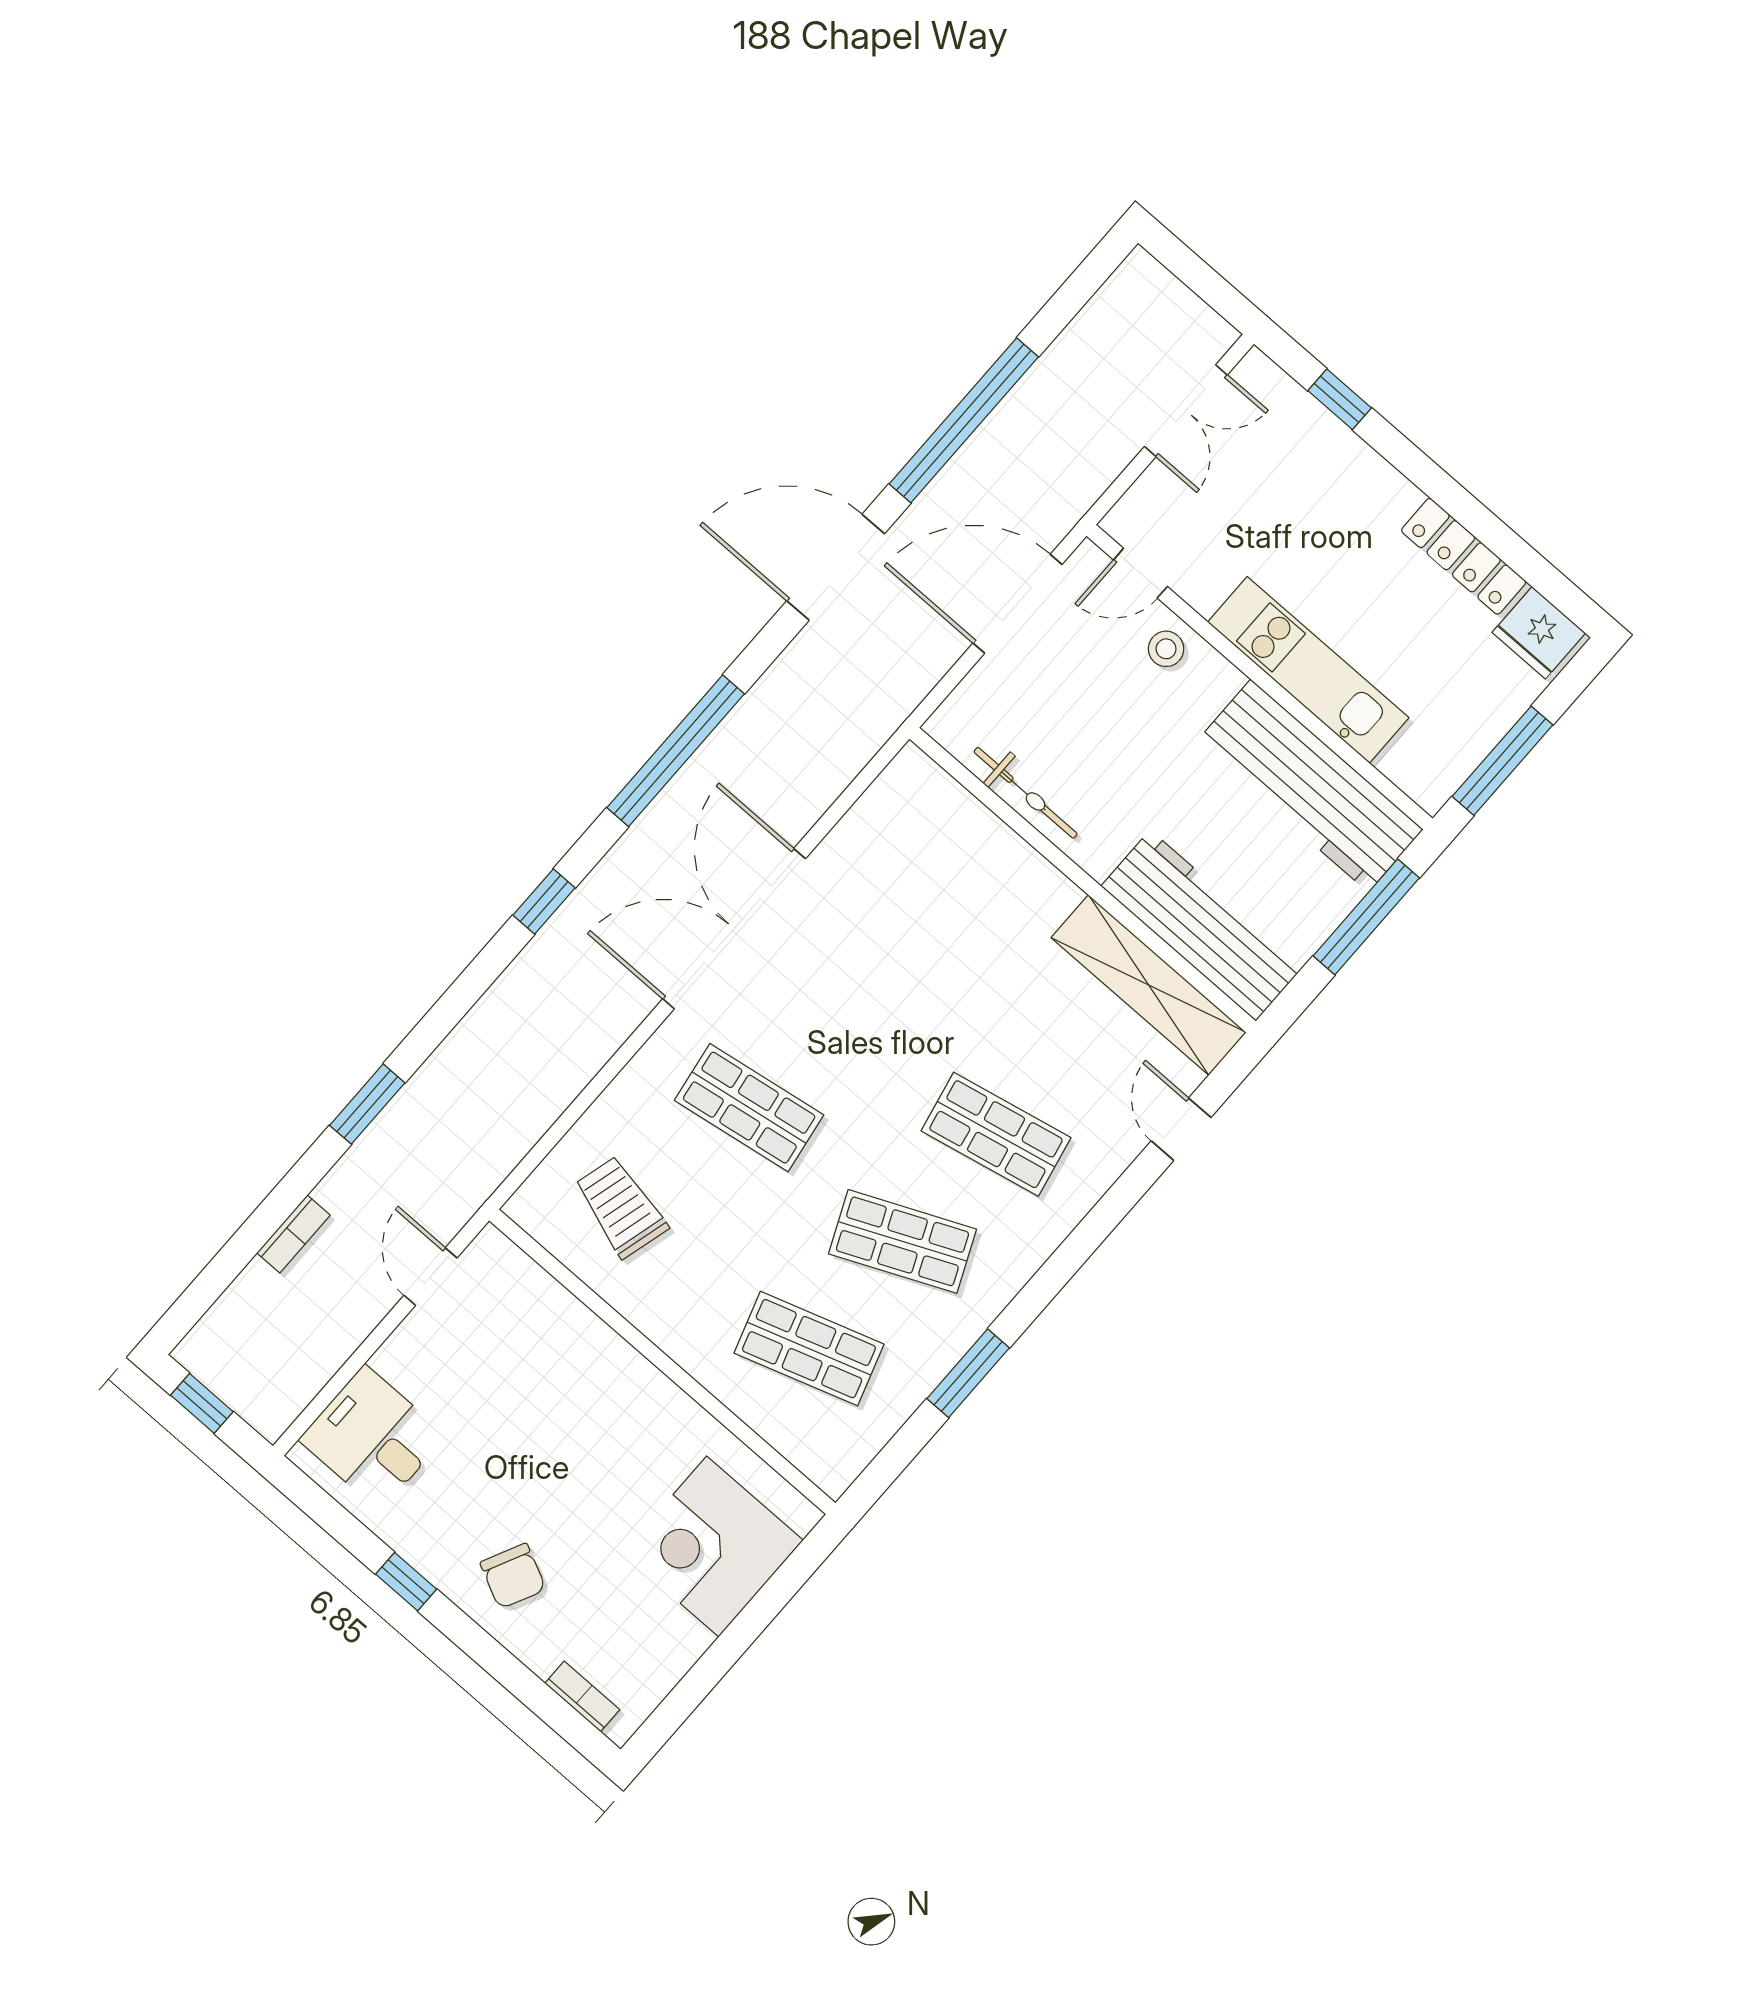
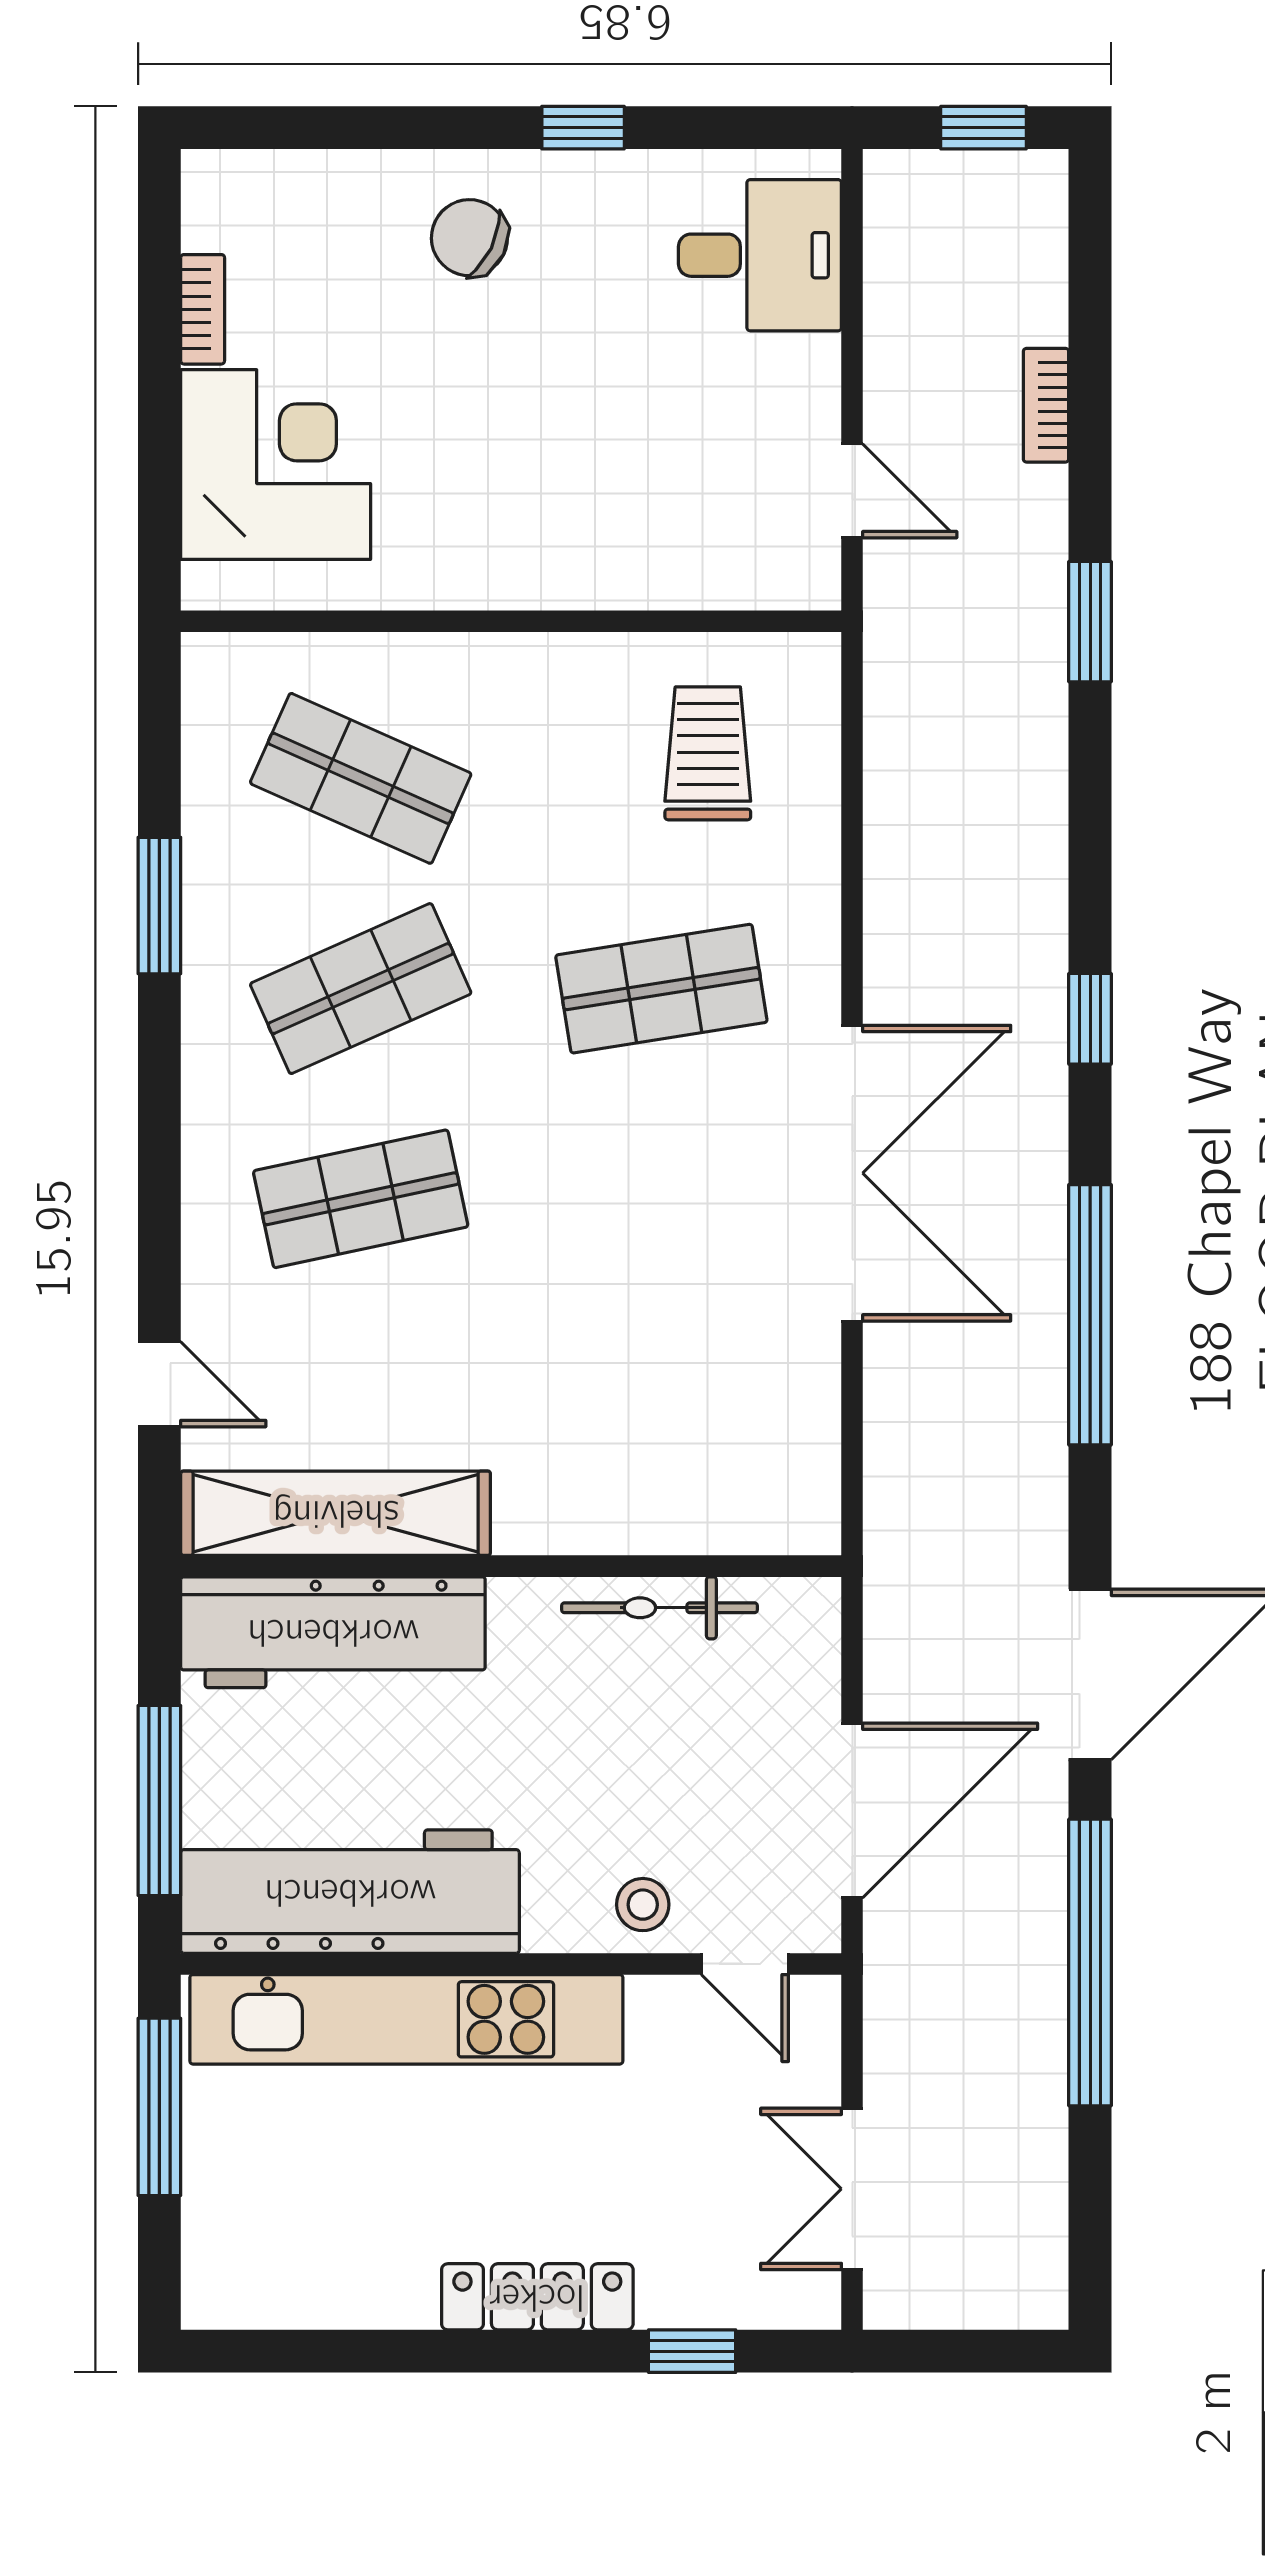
locker: (1464, 556) -> (537, 2297), moved
door: (1140, 573) -> (745, 1964), swing flipped
fridge: (1539, 633) -> (243, 2285), removed
kitchen unit: (1308, 670) -> (406, 2019), width x1.36
trolley: (621, 1207) -> (708, 753), turned -105
shop shelf: (809, 1349) -> (361, 778), turned 42
bookcase: (582, 1696) -> (203, 309), moved, turned -90

